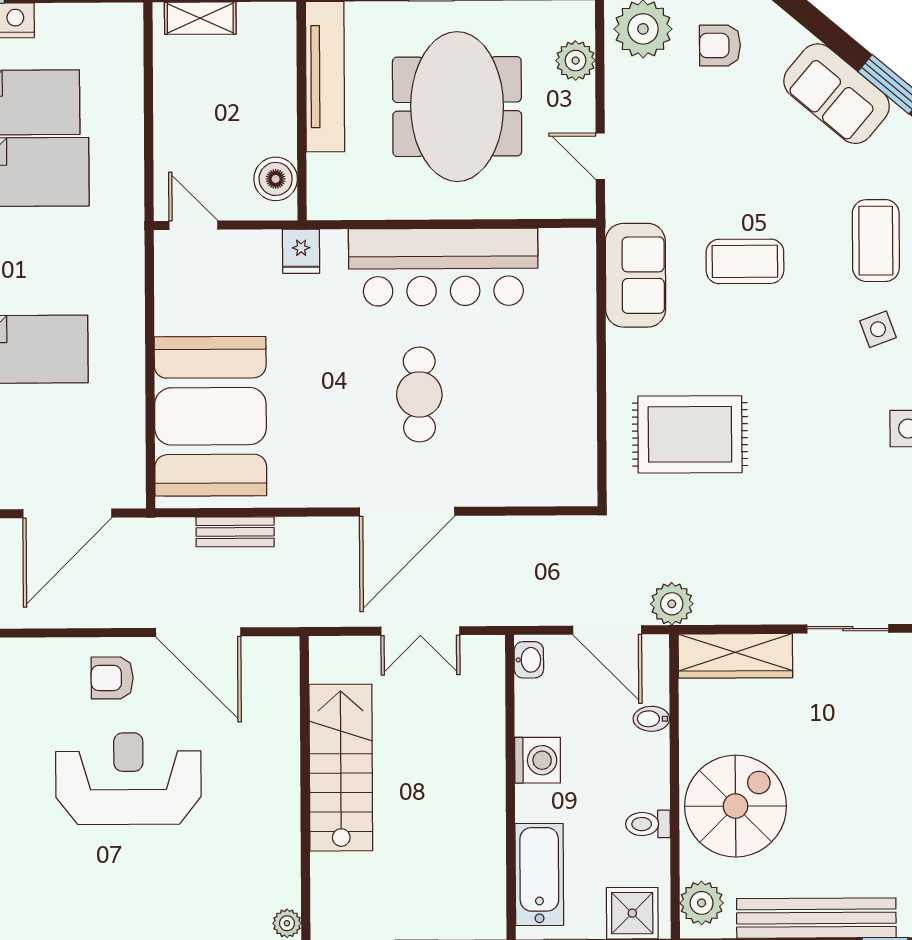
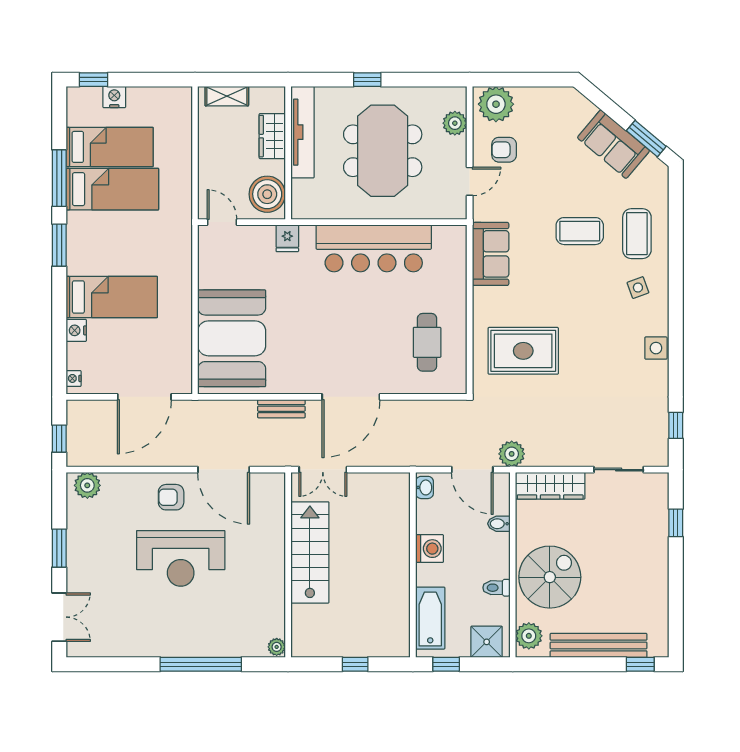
armchair: (720, 45) -> (504, 150), moved
wardrobe: (275, 83) -> (272, 136), added
door: (600, 156) -> (470, 181), swing flipped
boiler: (276, 179) -> (267, 194), width x1.37, depth x1.37
coffee table: (745, 261) -> (580, 231), moved
cafe table: (419, 394) -> (427, 342), moved
bench: (235, 532) -> (281, 409), moved
double door: (420, 631) -> (323, 470), moved
reception desk: (128, 779) -> (181, 558), turned 180

